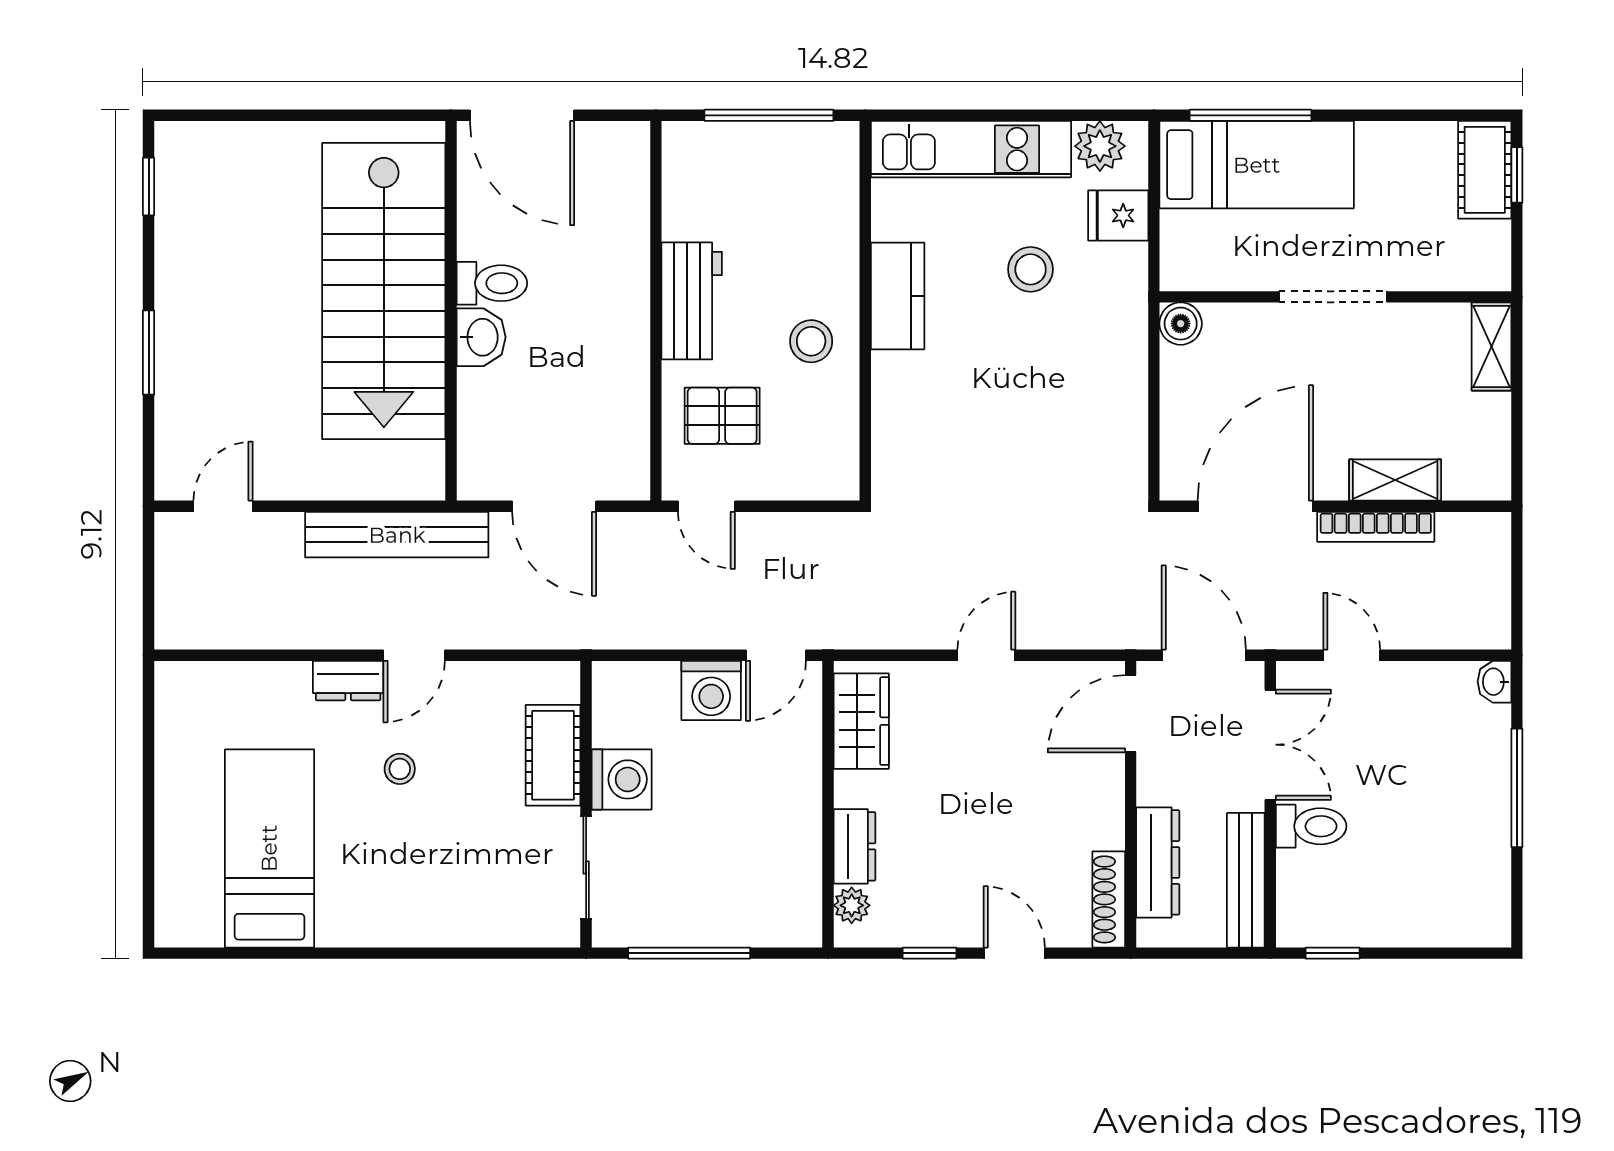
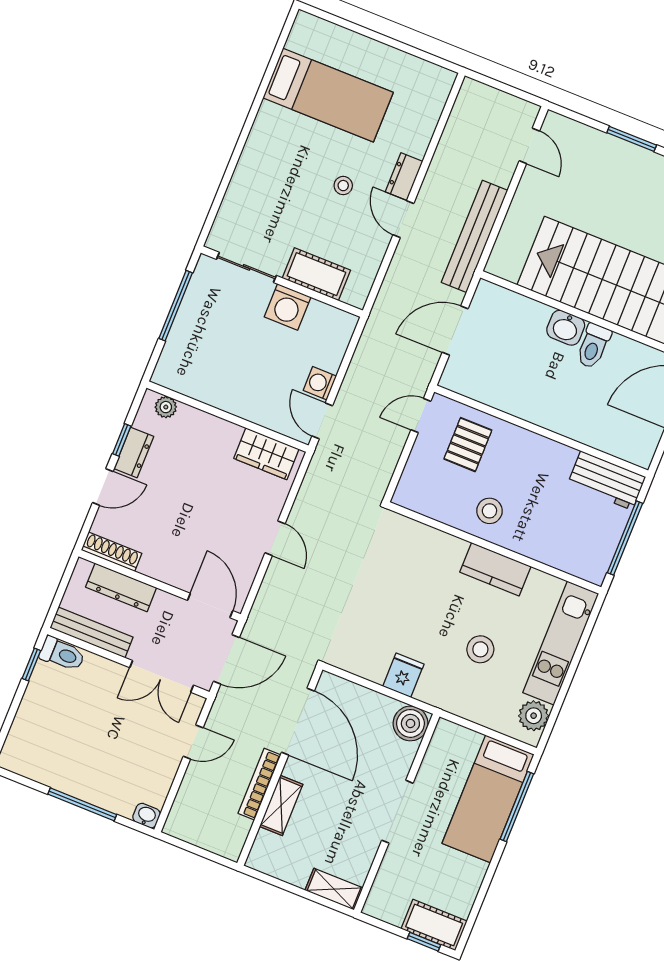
fridge: (1118, 215) -> (403, 675), moved
workbench: (692, 301) -> (607, 481), moved
boiler: (1181, 324) -> (410, 723), width x1.36, depth x1.36
washing machine: (711, 690) -> (320, 383), width x0.73, depth x0.73
toilet: (1311, 826) -> (62, 654), moved, turned -90
dresser: (855, 846) -> (134, 452), moved, turned -90

